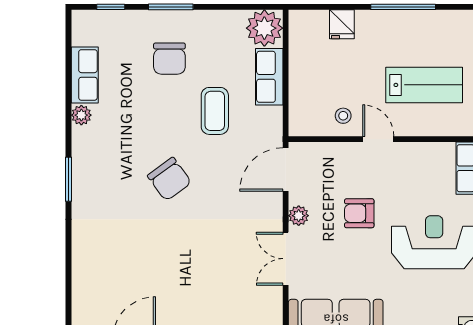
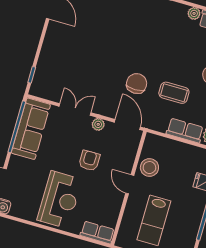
stool: (343, 116) -> (149, 168), width x1.89, depth x1.89
door: (378, 139) -> (130, 184), swing flipped
chair: (169, 179) -> (137, 84), moved, turned 126

